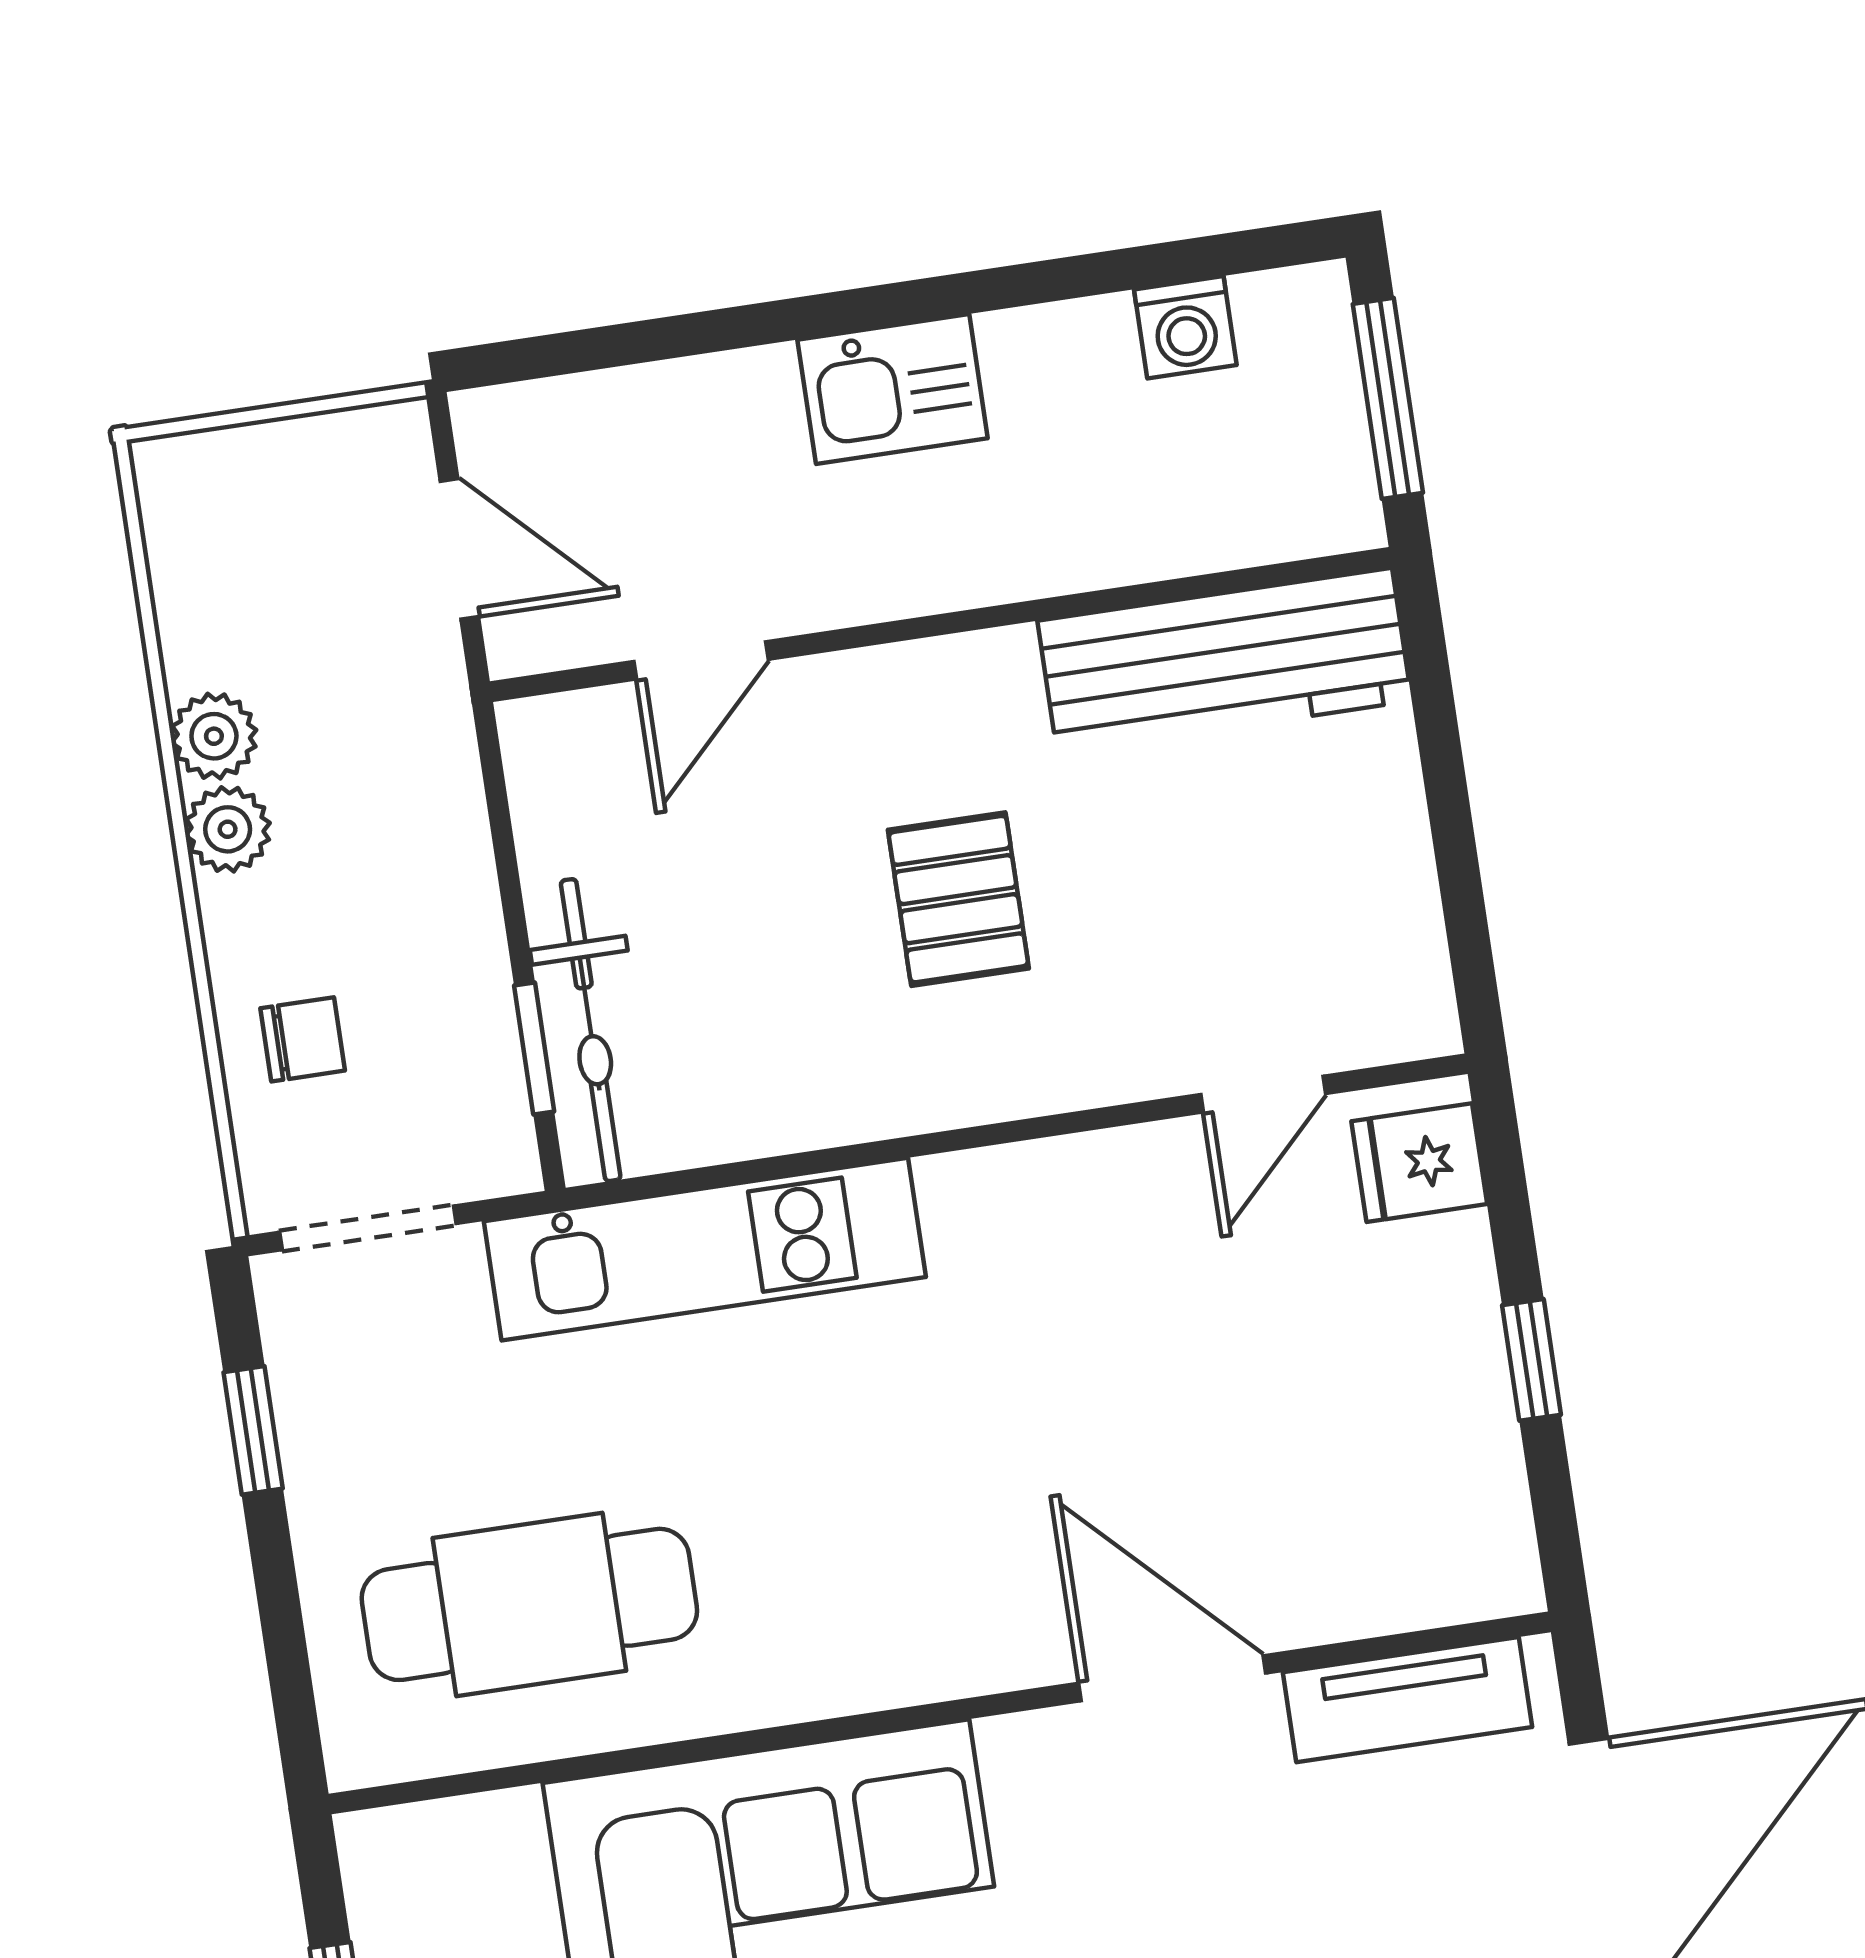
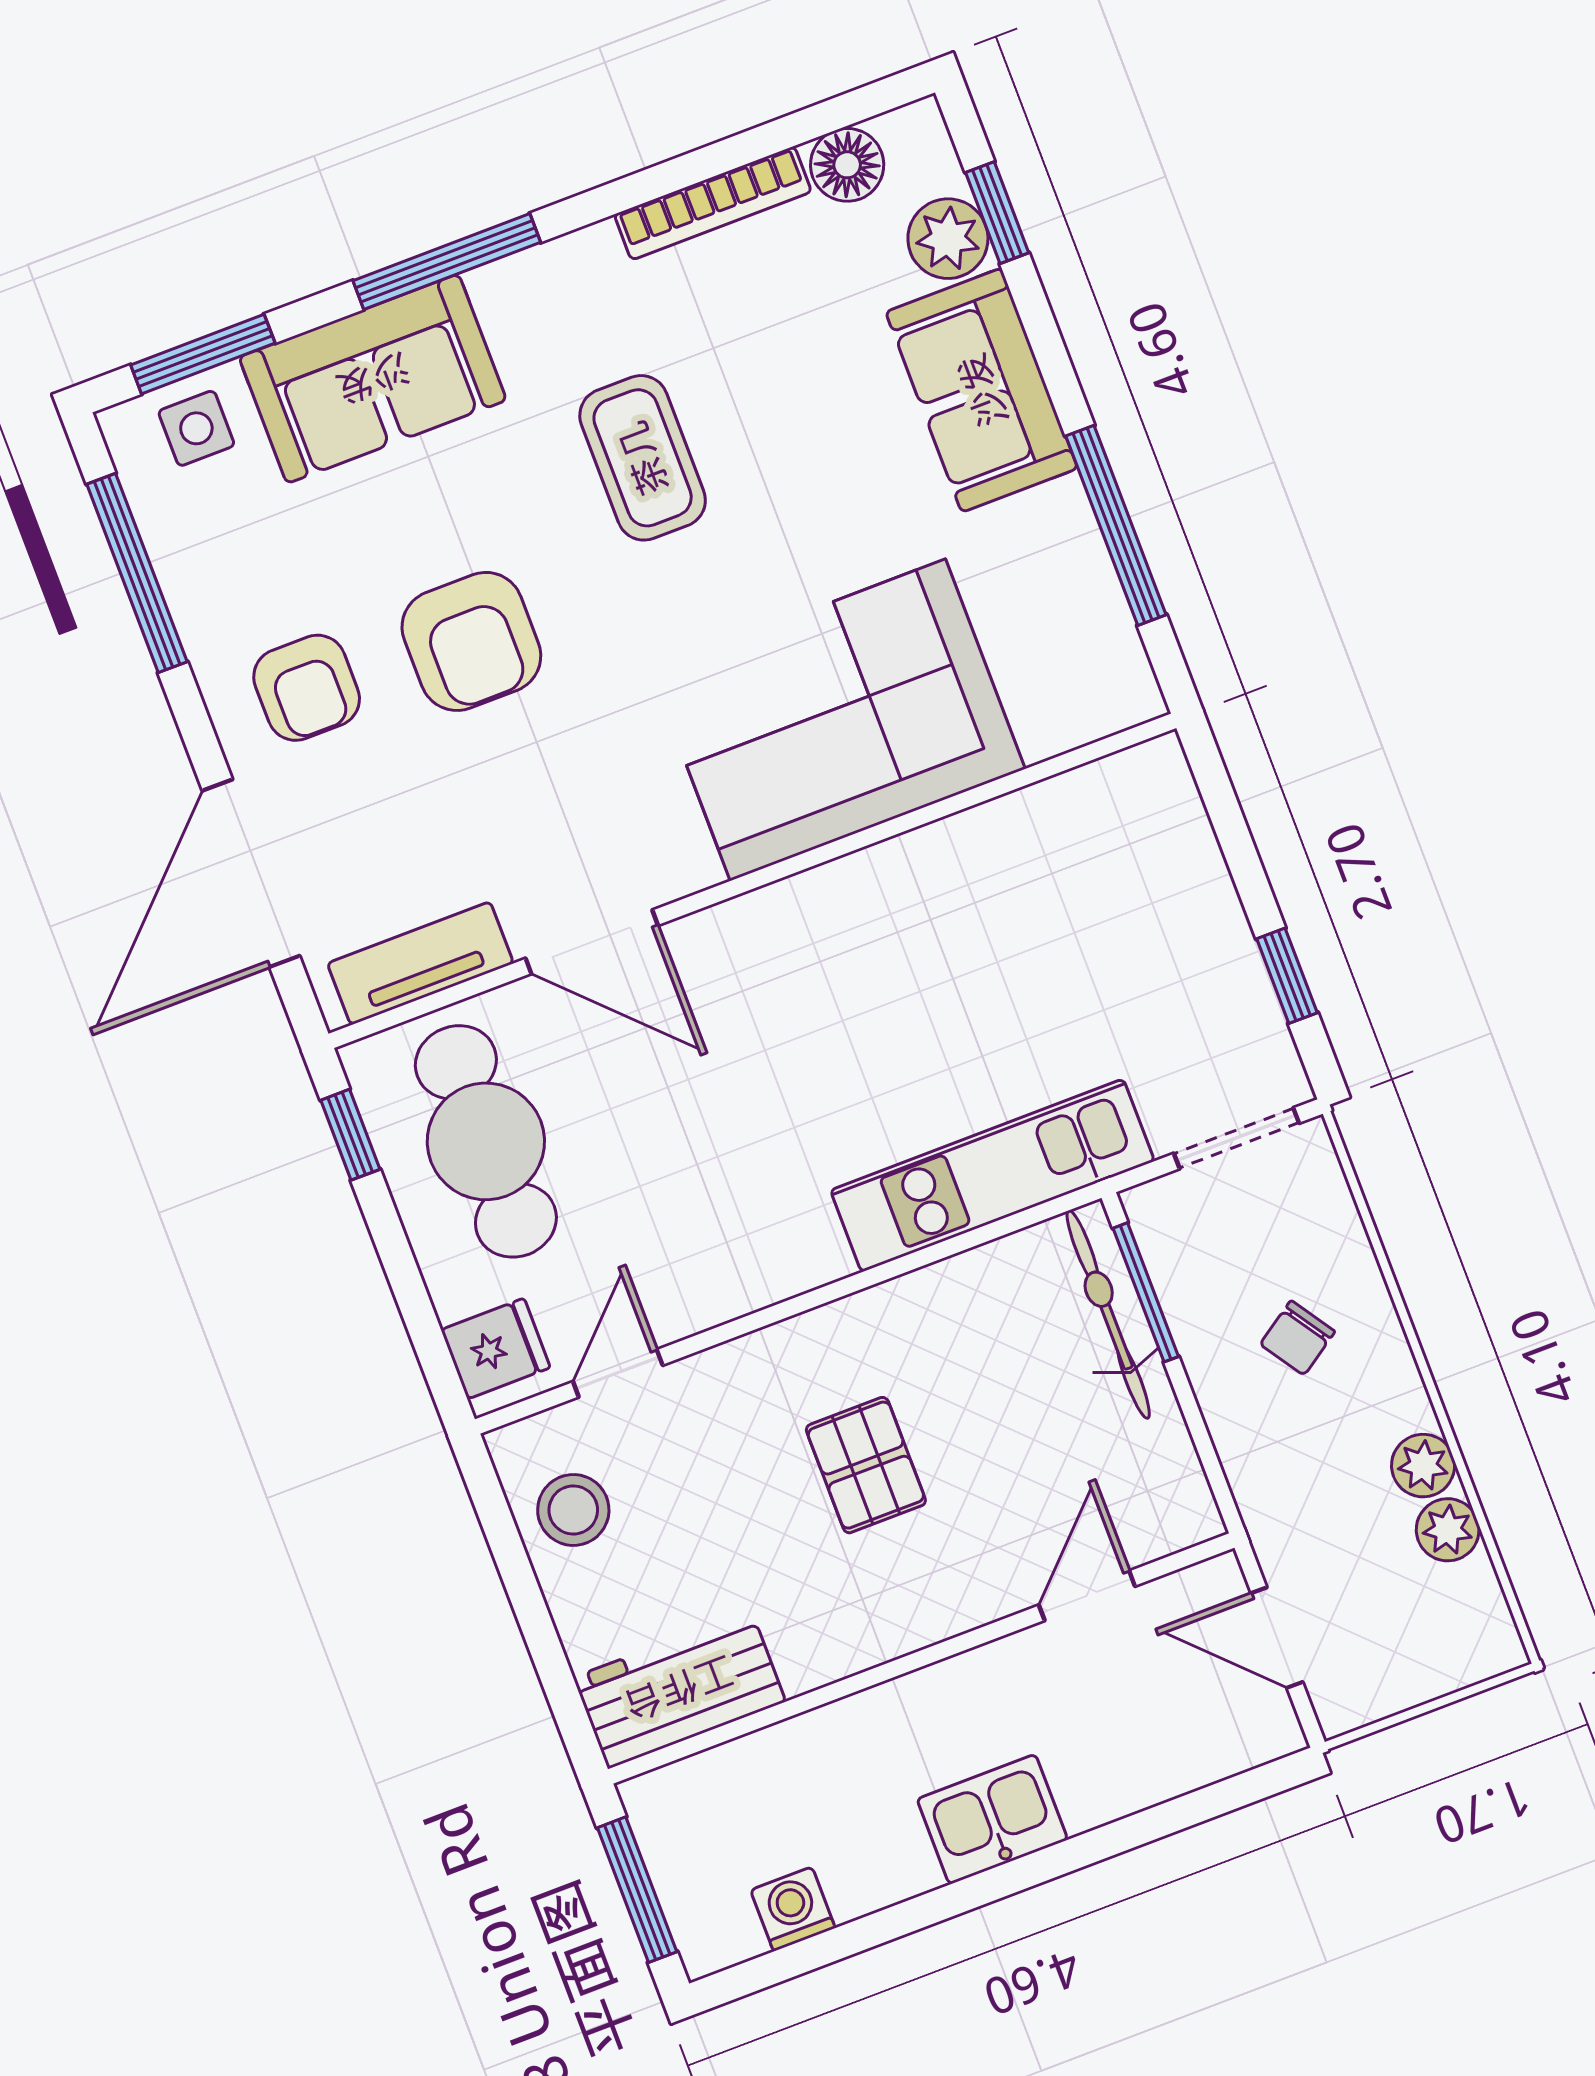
workbench: (1225, 661) -> (679, 1689), width x0.73
plant: (228, 829) -> (1448, 1530), moved
stool: (1362, 924) -> (573, 1510), added
chair: (303, 1039) -> (1297, 1338), moved, turned -34
window: (534, 1048) -> (1146, 1292), width x1.50
window: (1532, 1360) -> (350, 1135), moved
cafe table: (529, 1604) -> (486, 1141), moved, turned 90

